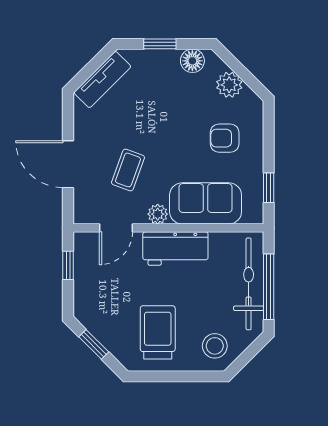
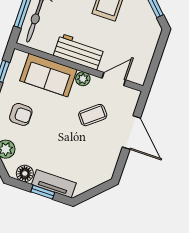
tv unit: (102, 80) -> (54, 184), moved, turned 45
coffee table: (128, 170) -> (93, 115), turned 31
window: (68, 265) -> (154, 65), removed

